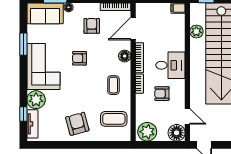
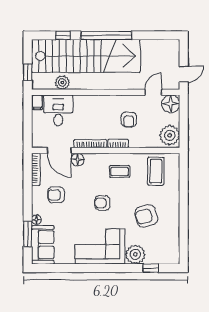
window: (23, 44) -> (76, 268), removed
floor lamp: (125, 56) -> (78, 160), moved
armchair: (80, 58) -> (102, 203), moved, turned 90
desk: (170, 65) -> (58, 110), moved
tv unit: (32, 124) -> (161, 258), removed
armchair: (77, 124) -> (146, 216), moved

